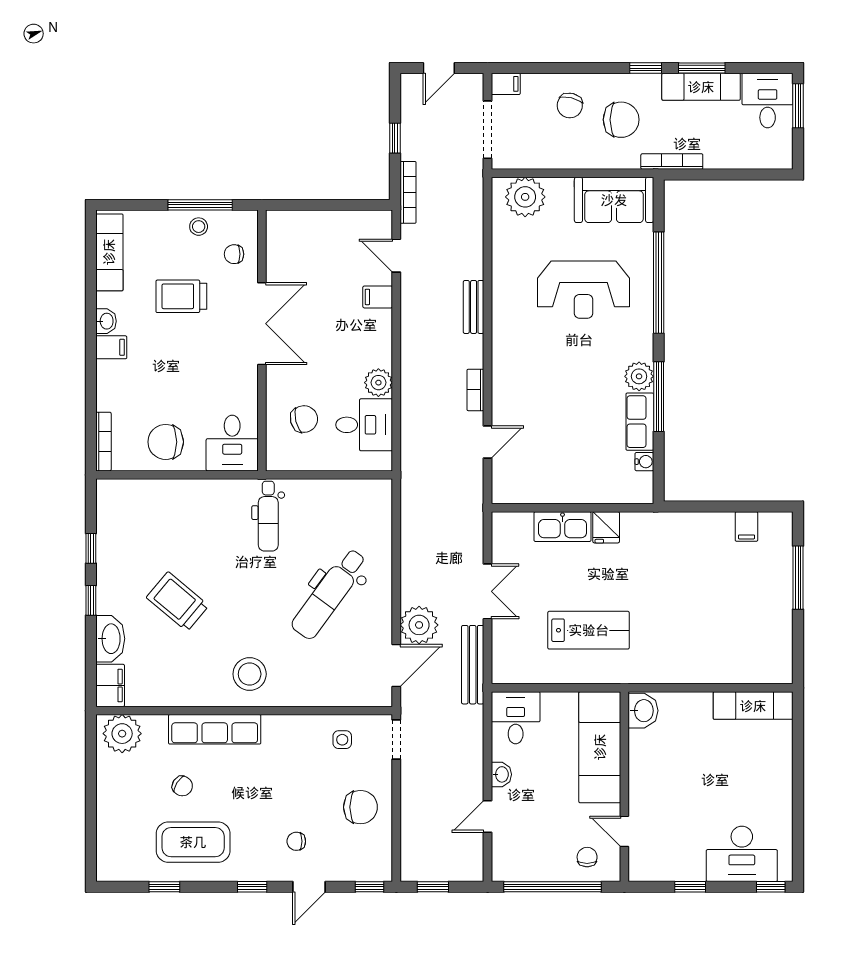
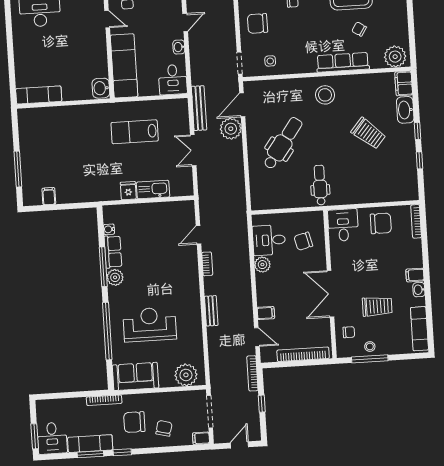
bookcase: (317, 220) -> (303, 354), added

